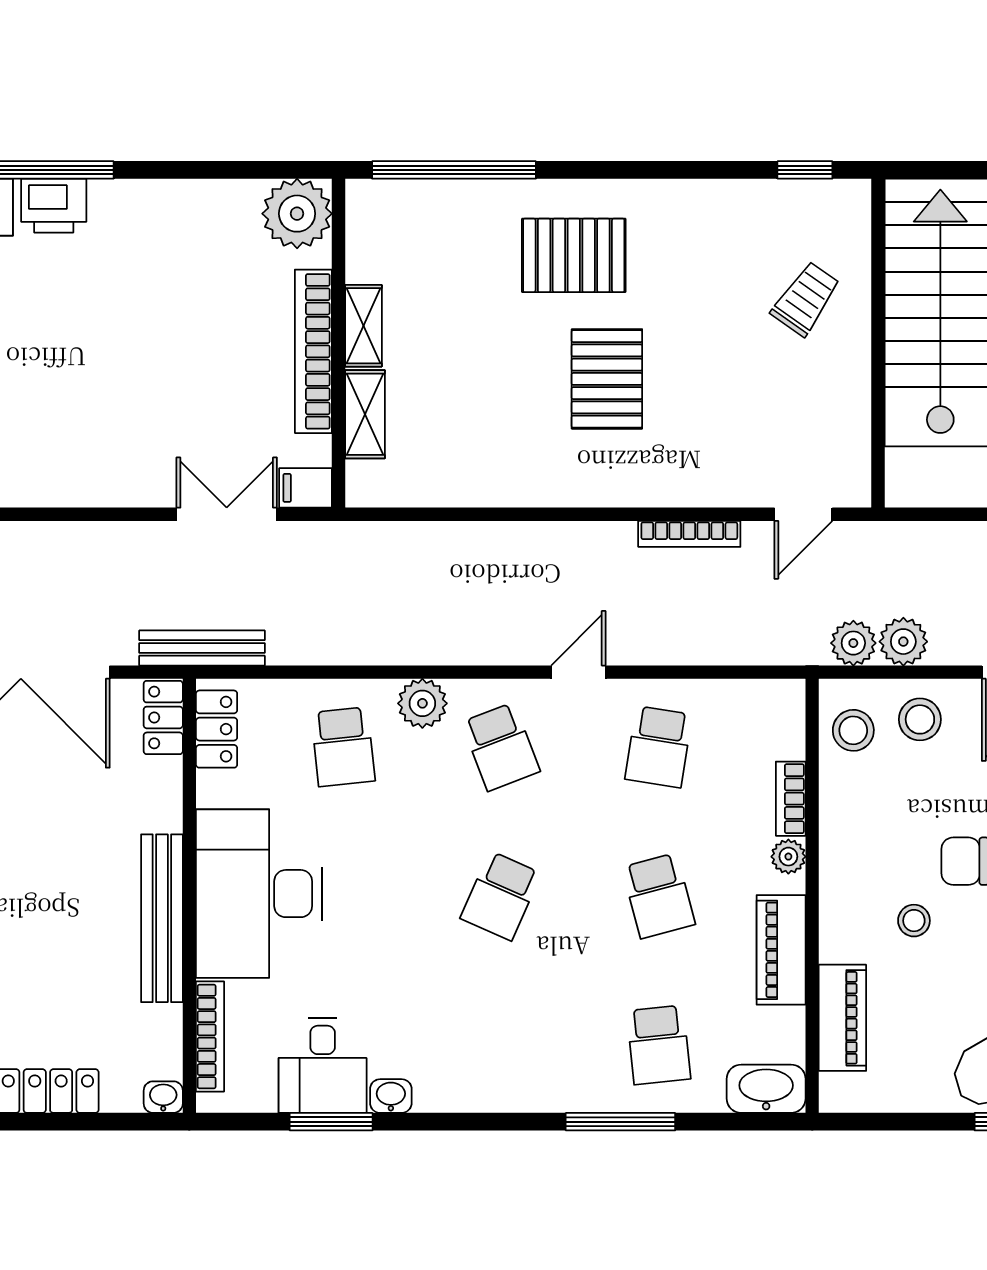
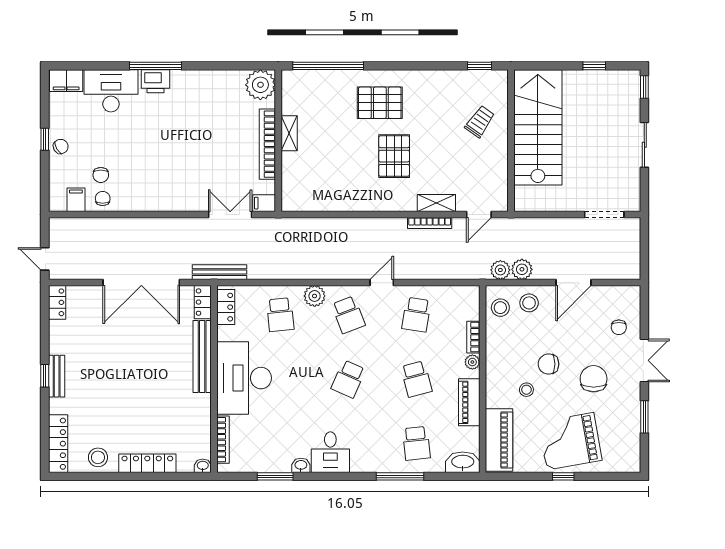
shelving: (365, 414) -> (436, 203), moved, turned 90
bench: (162, 918) -> (202, 357), moved
piano: (842, 1018) -> (499, 440), width x1.37, depth x1.33
desk: (323, 1066) -> (330, 452), moved

